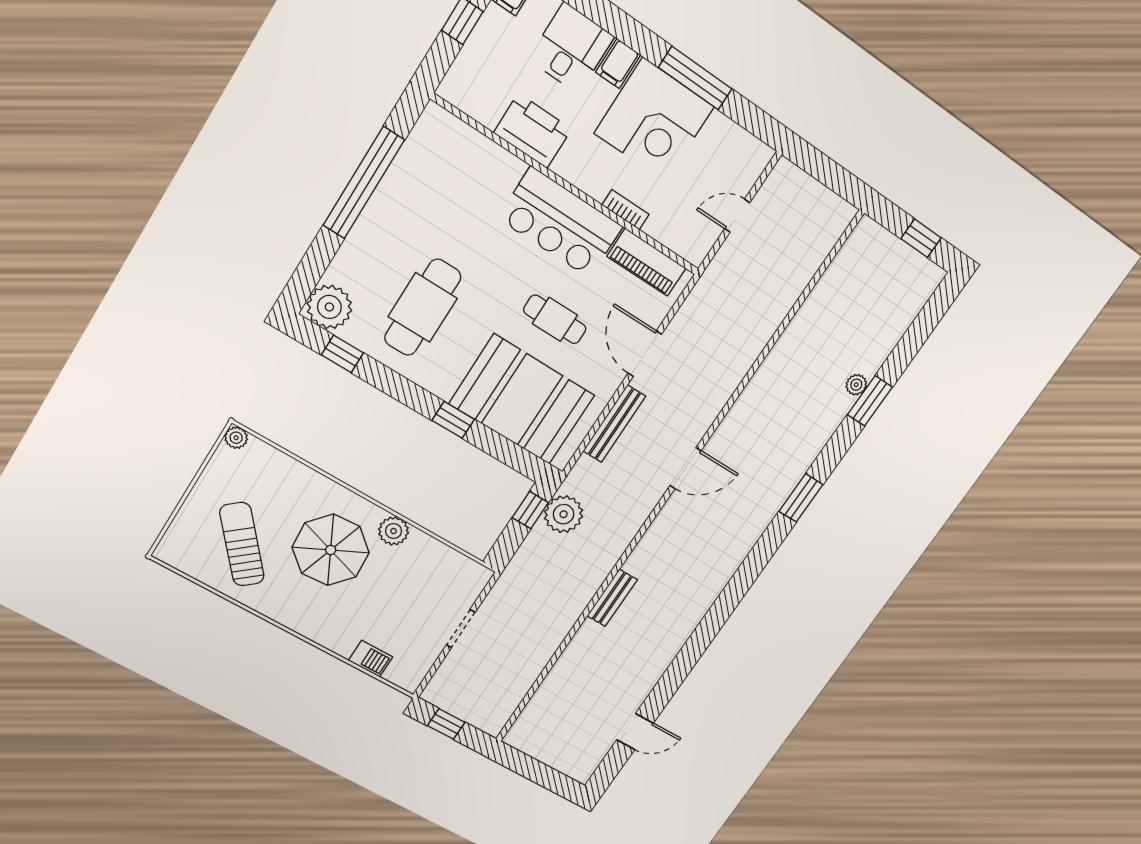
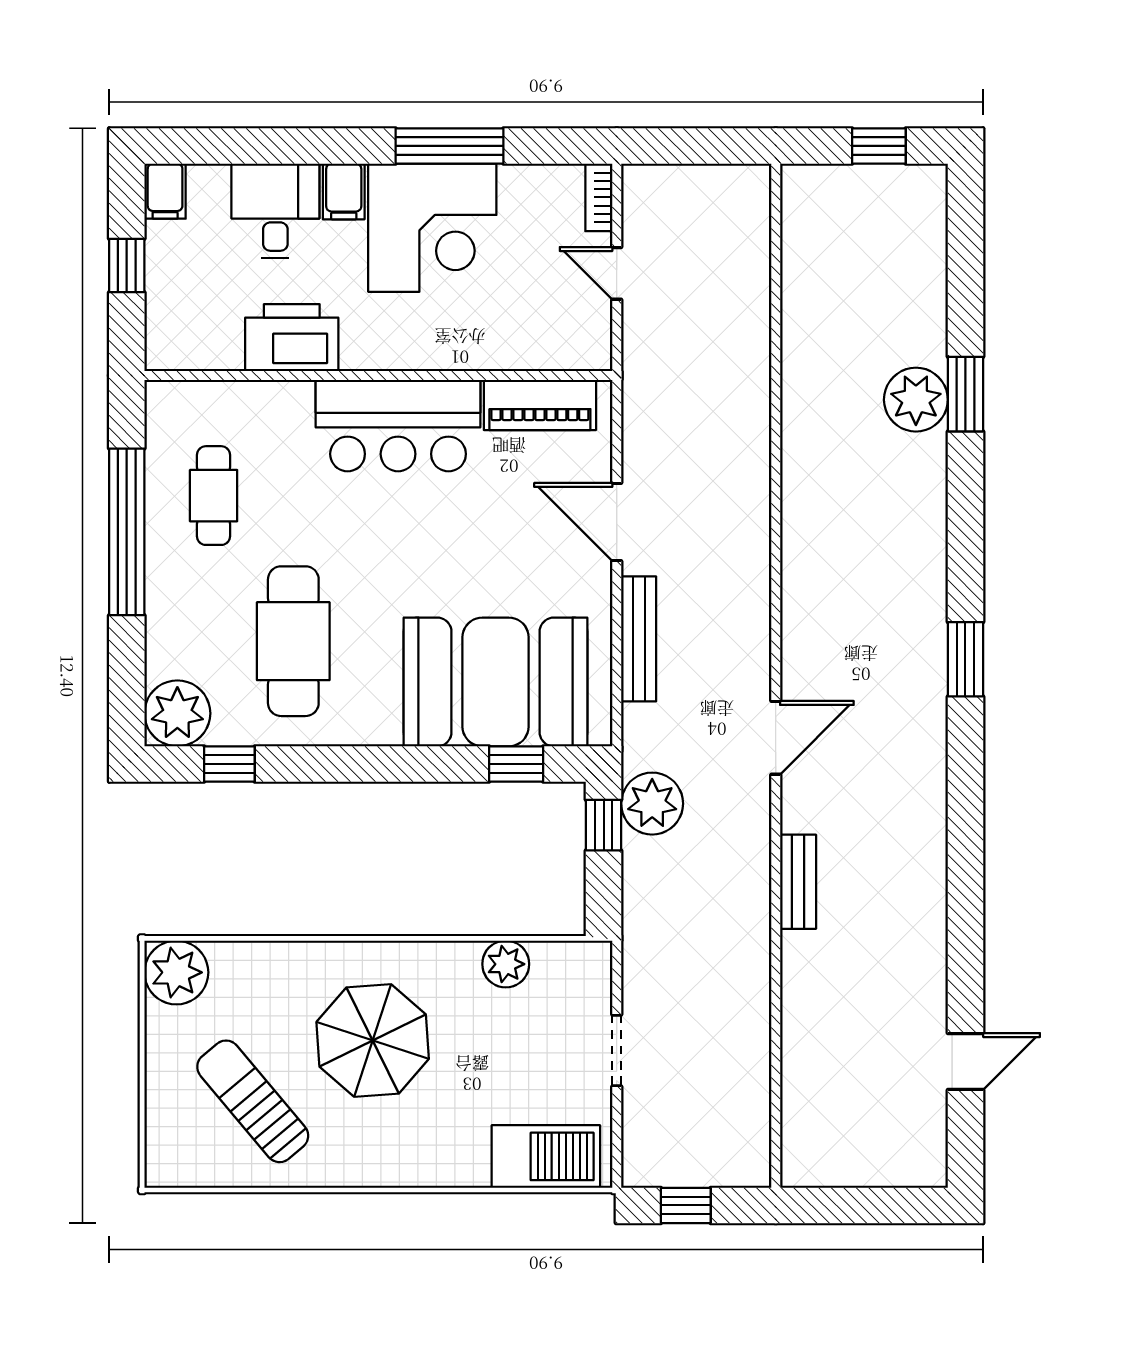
bookcase: (626, 210) -> (599, 197), moved, turned -90
door: (737, 216) -> (617, 273), hinge flipped
cafe table: (555, 319) -> (214, 496), moved, turned 90
plant: (856, 385) -> (916, 400), width x1.88, depth x1.88
window: (453, 420) -> (516, 764), moved
plant: (236, 438) -> (176, 972), width x1.87, depth x1.87
door: (685, 468) -> (776, 738), moved
window: (801, 498) -> (965, 659), moved
plant: (394, 531) -> (506, 964), moved
barbecue: (371, 659) -> (546, 1156), width x1.88, depth x1.53

